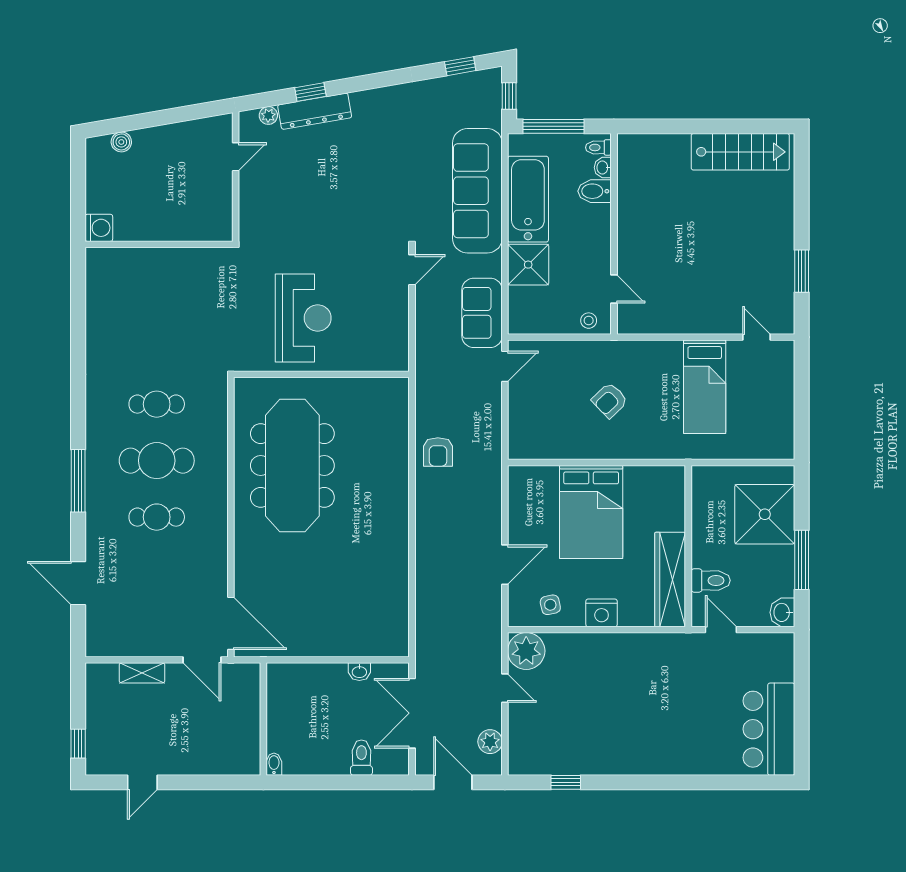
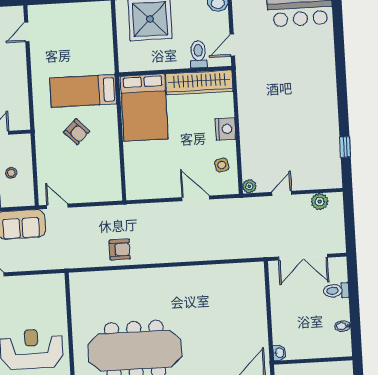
stool: (589, 321) -> (11, 173), moved
bed: (705, 387) -> (83, 91), moved, turned 180
bed: (591, 512) -> (144, 108), moved, turned 90
plant: (526, 651) -> (249, 186), width x0.53, depth x0.53
washbasin: (359, 672) -> (279, 353), moved
bidet: (274, 764) -> (343, 326), moved
door: (453, 782) -> (350, 226), removed

